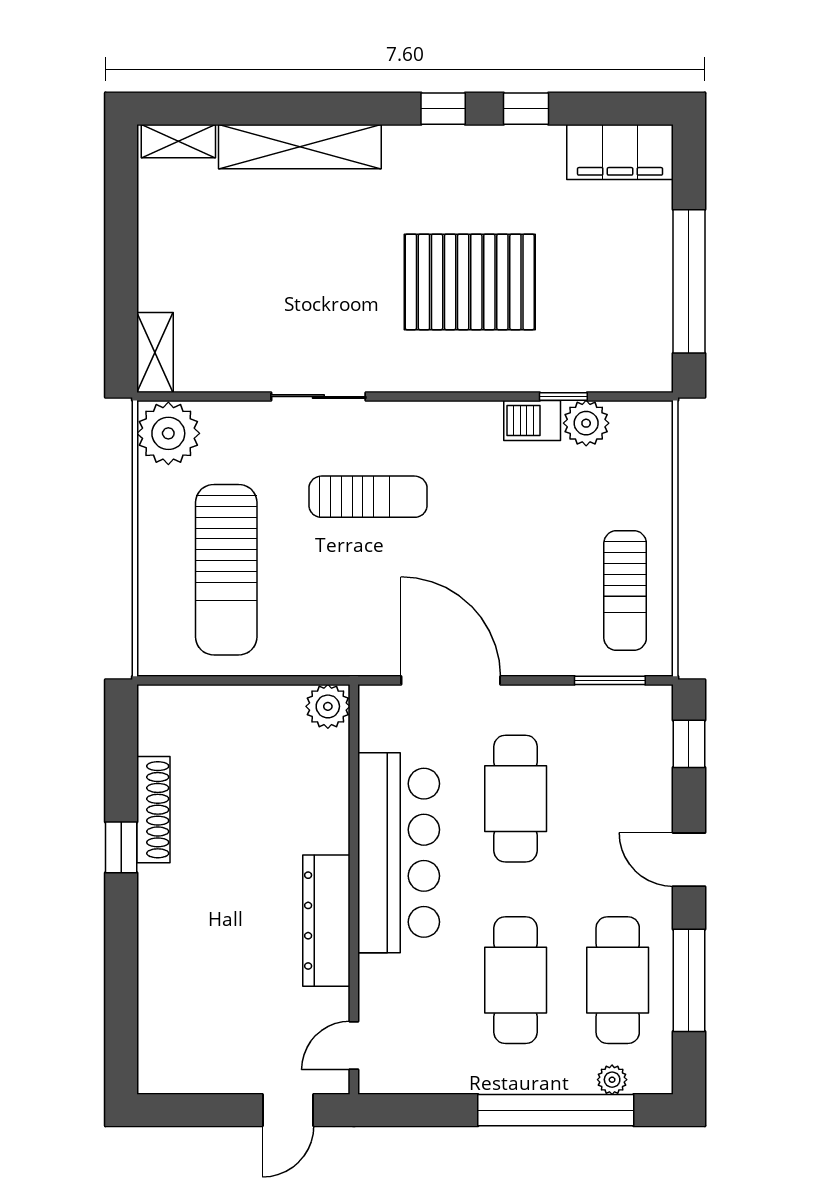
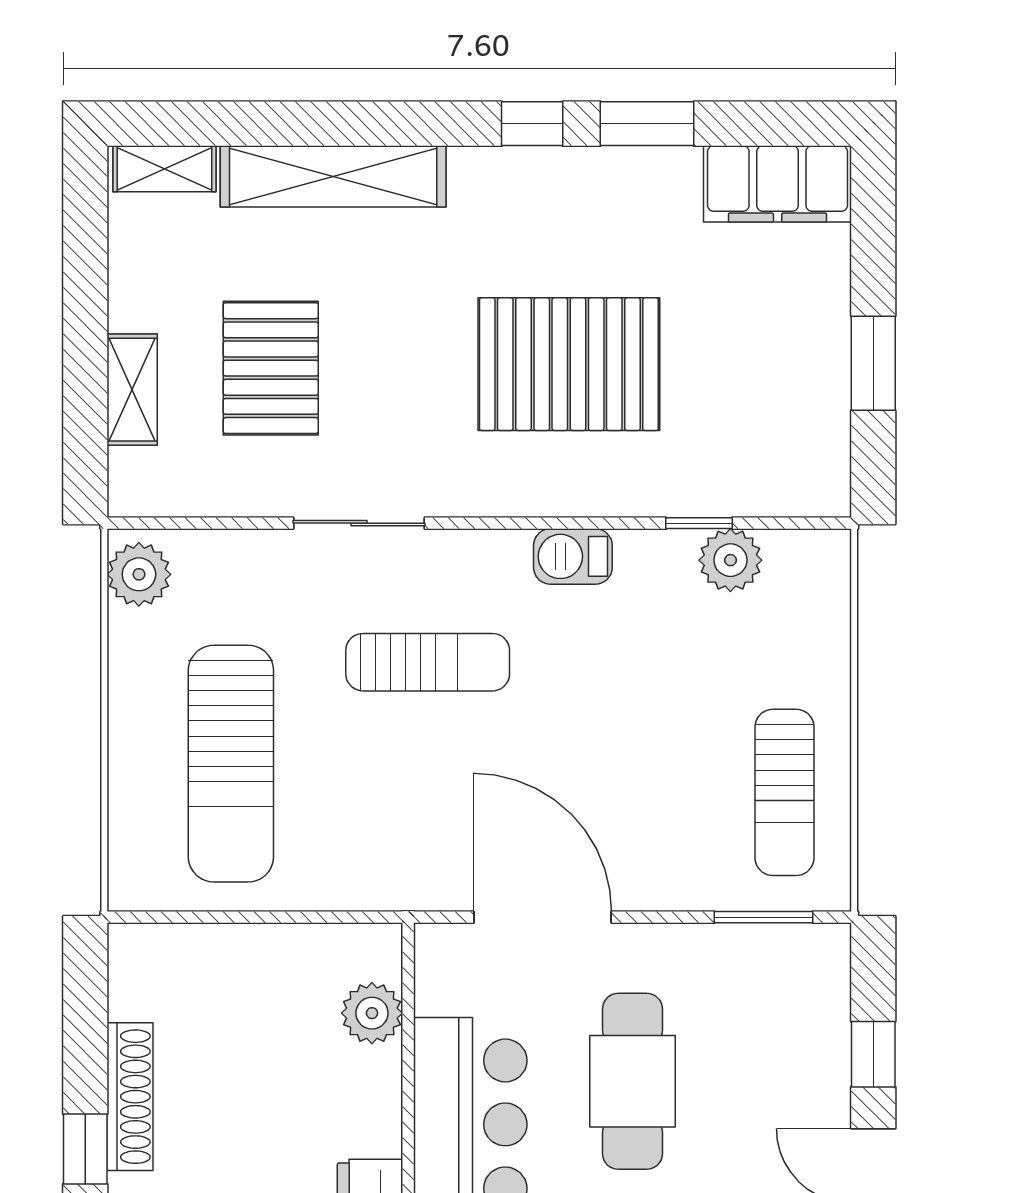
window: (526, 109) -> (647, 124), width x1.50
window: (689, 281) -> (873, 363), width x0.47
pallet: (255, 285) -> (271, 368), added
shelving: (155, 352) -> (132, 390), moved
barbecue: (532, 421) -> (573, 556), moved
plant: (168, 433) -> (139, 574), width x0.73, depth x0.73
plant: (328, 706) -> (372, 1013), moved
window: (689, 744) -> (873, 1054), moved

